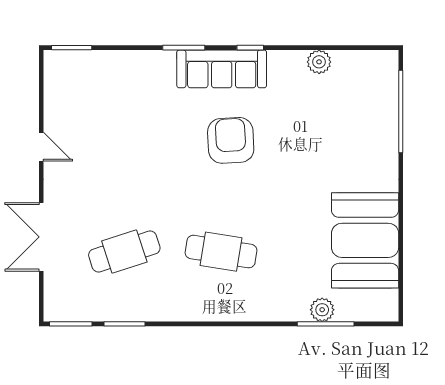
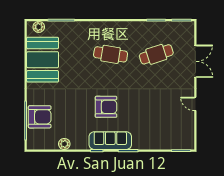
armchair: (371, 119) -> (40, 117), added
armchair: (231, 140) -> (106, 107), turned -87
plant: (322, 310) -> (39, 27), moved

